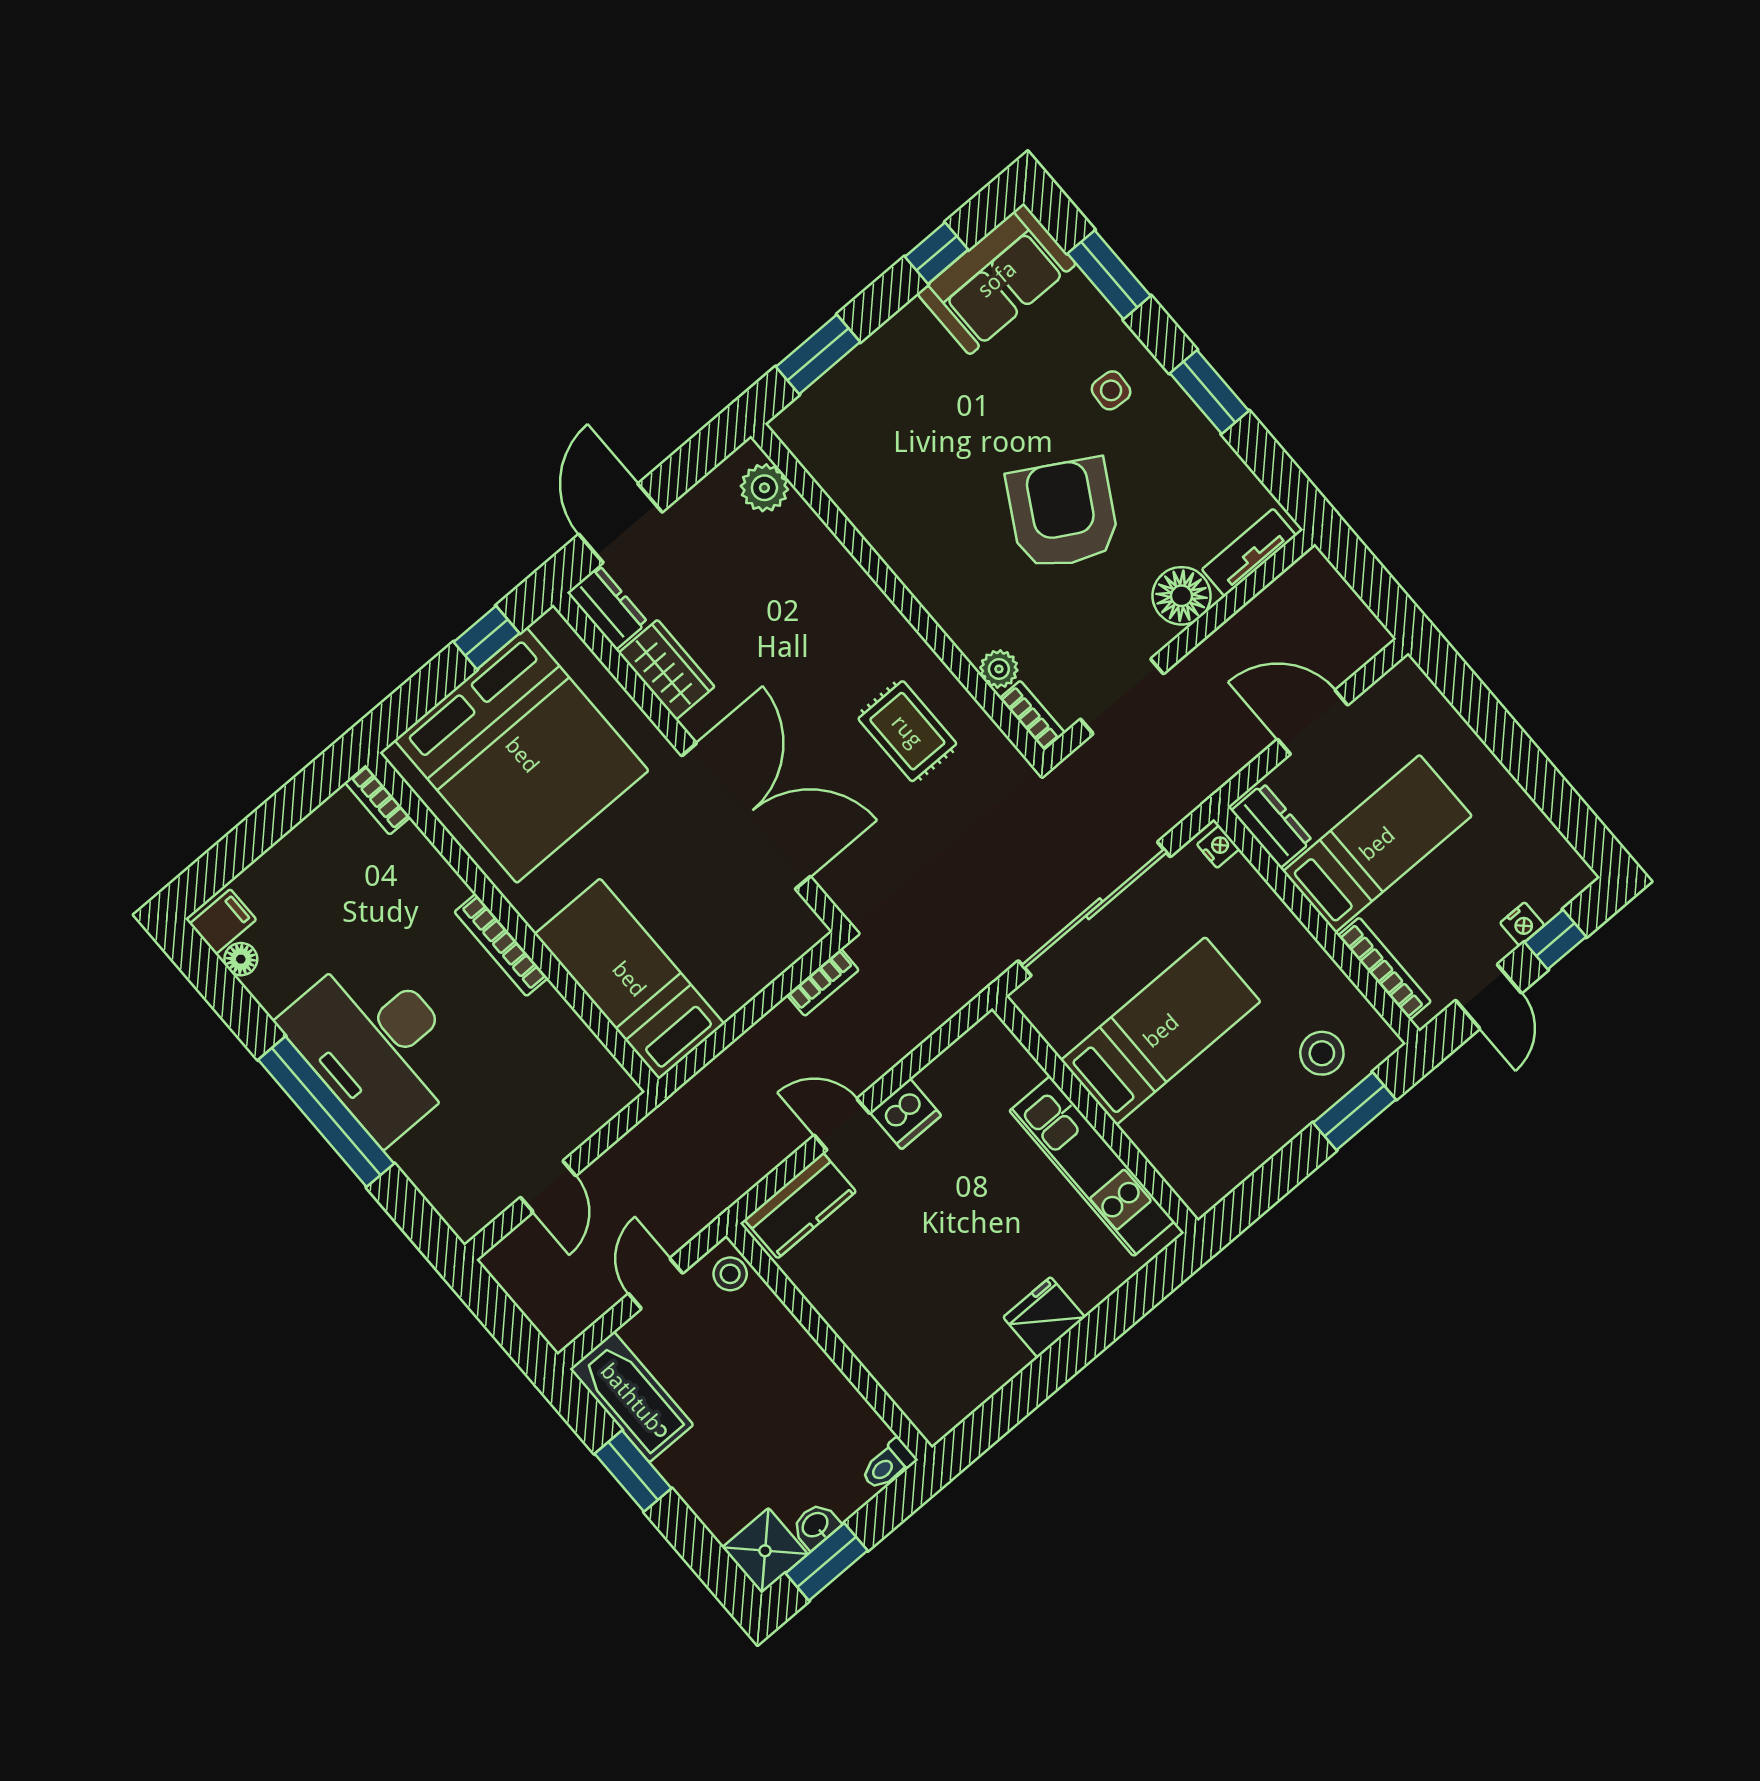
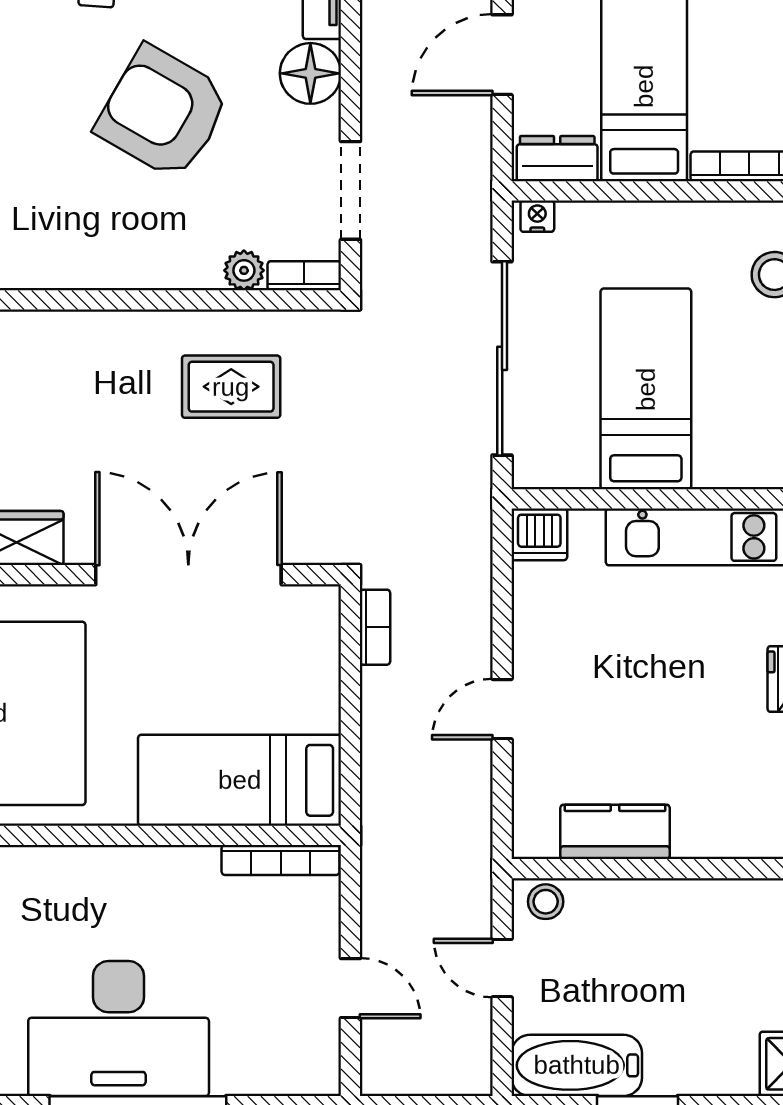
bookcase: (501, 945) -> (281, 860), moved
dishwasher: (906, 1114) -> (539, 534), moved, turned 90
kitchen counter: (800, 1206) -> (615, 832), moved, turned -90

